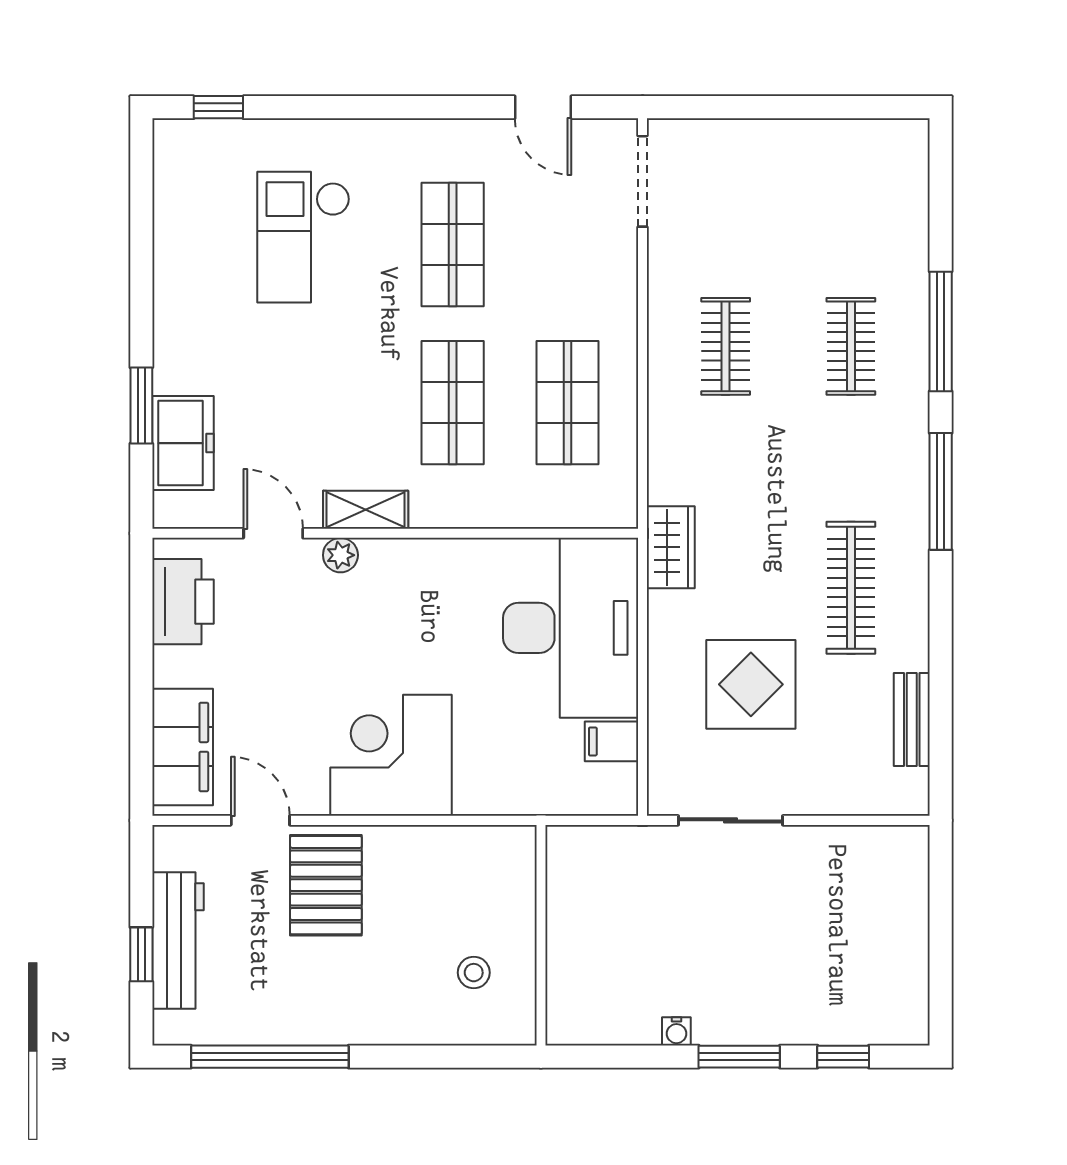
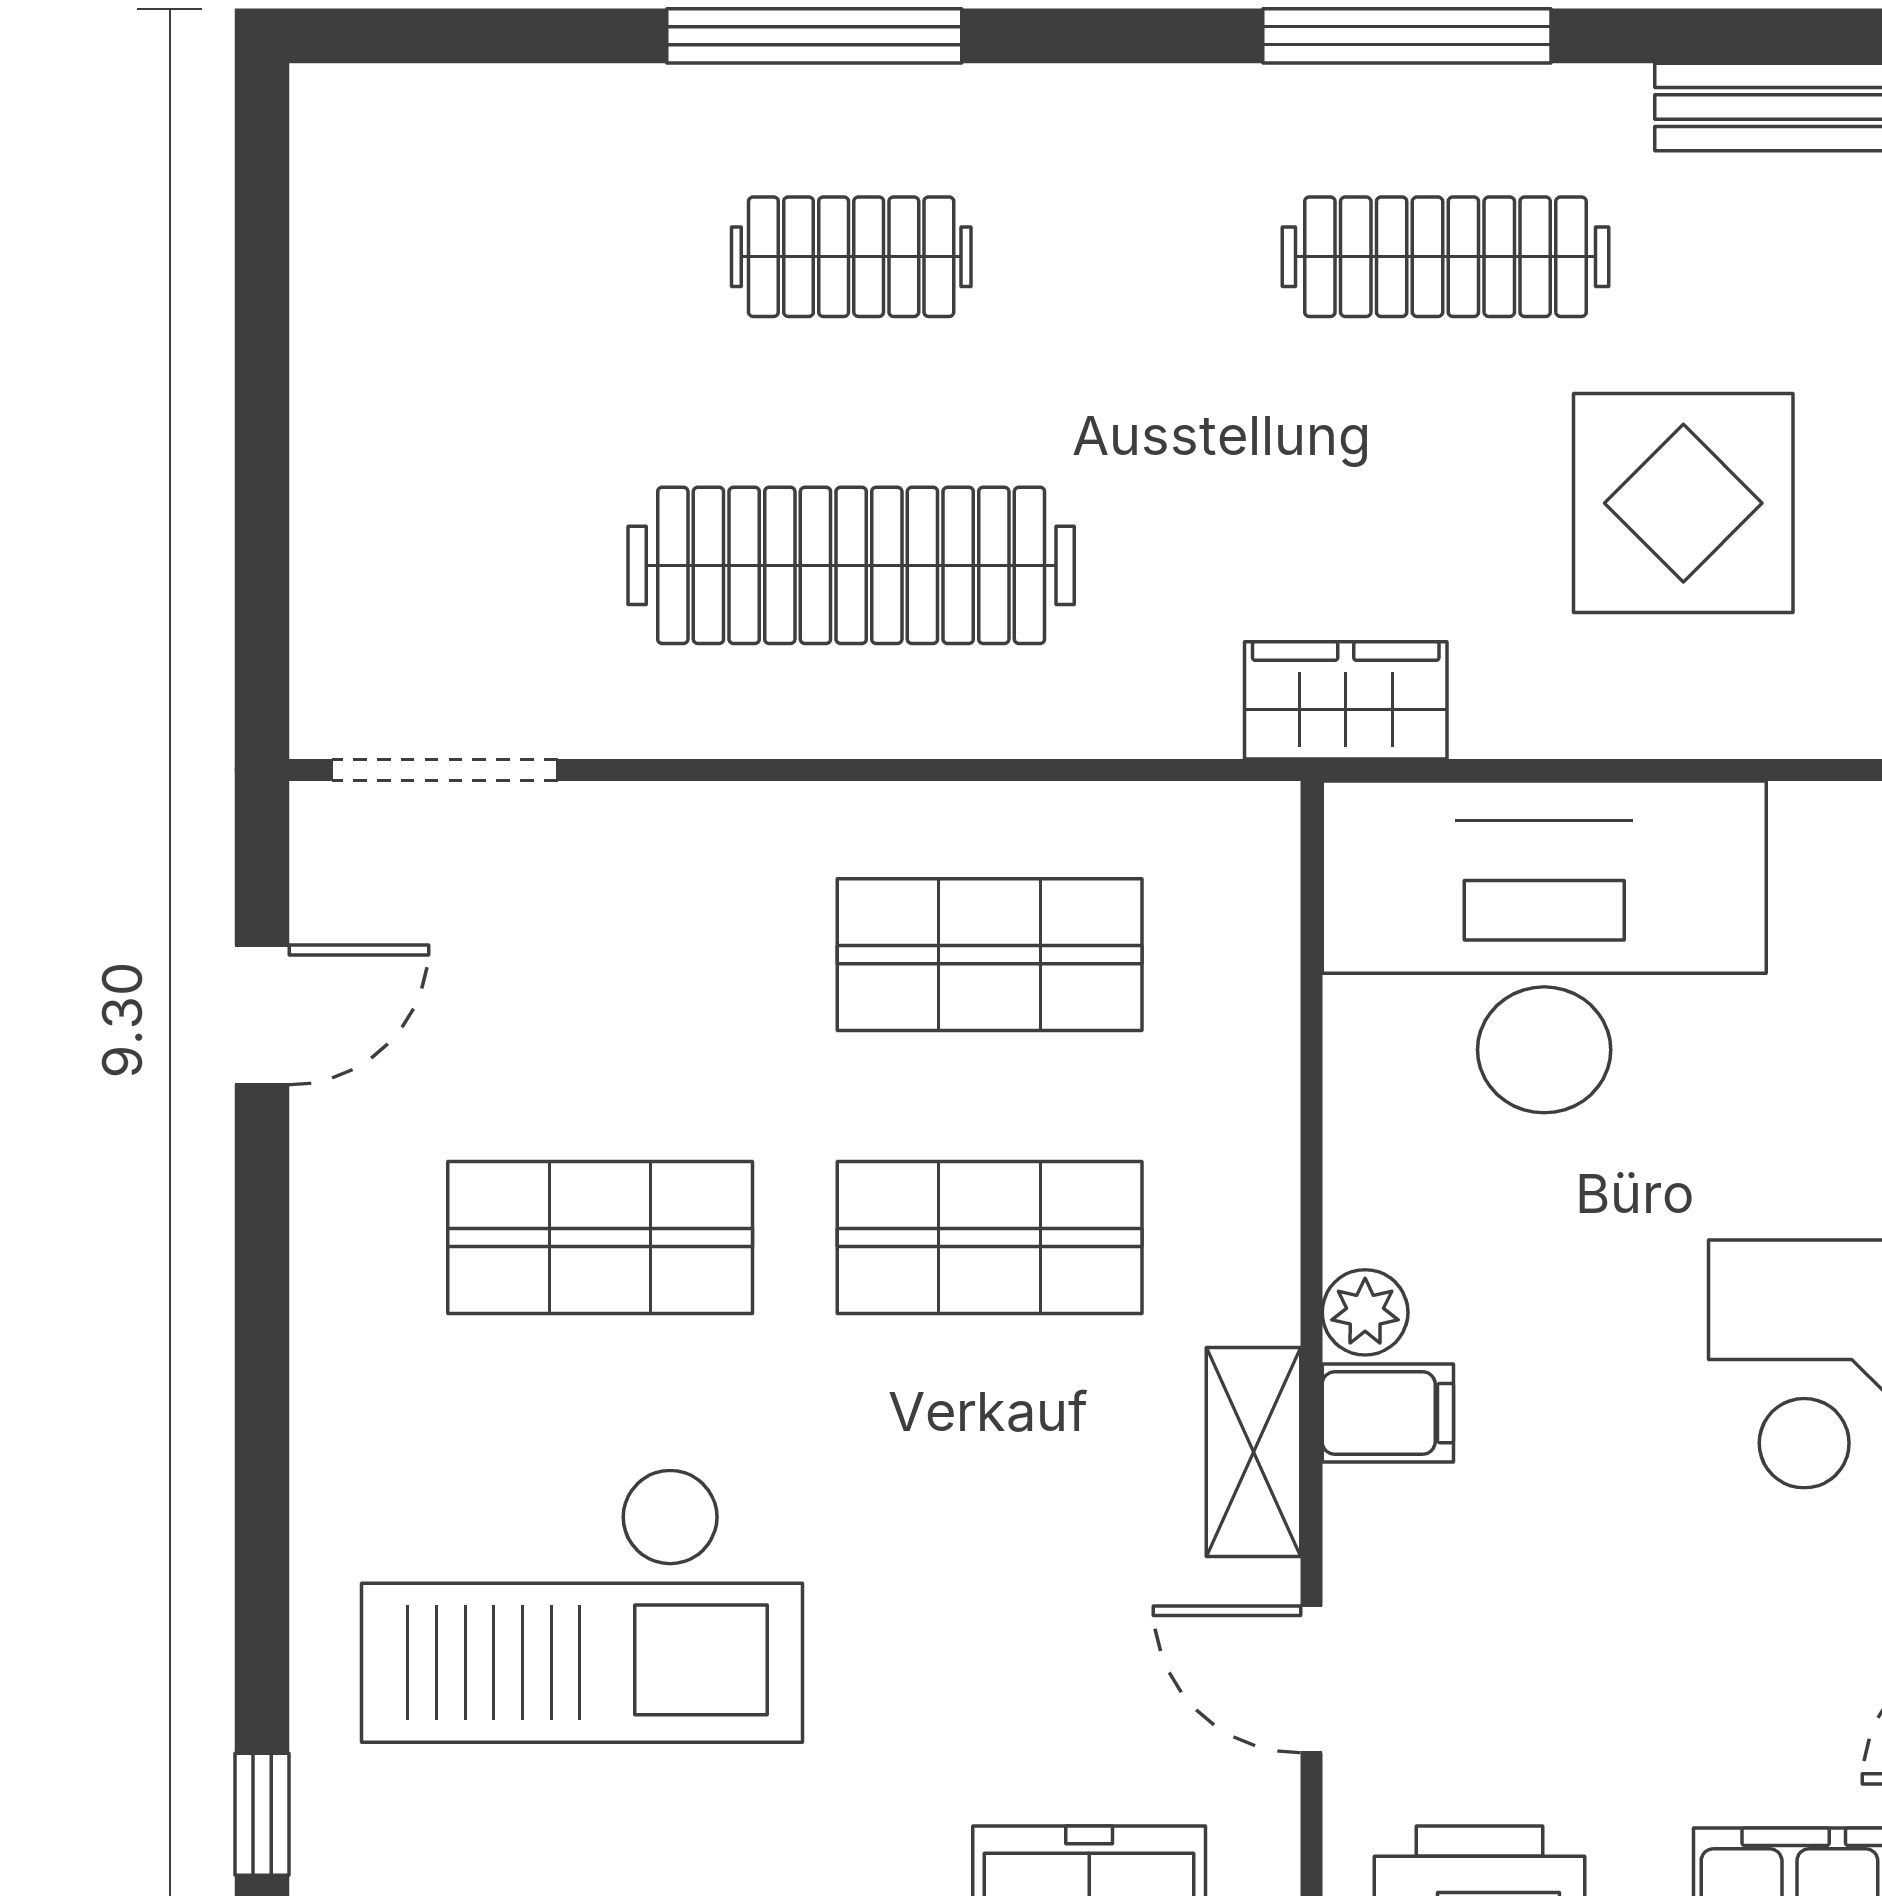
checkout: (303, 237) -> (582, 1605), width x1.36, depth x1.21
clothes rail: (726, 346) -> (851, 565), width x1.86, depth x1.31
window: (941, 491) -> (1407, 36), moved
door: (273, 533) -> (1311, 1679), hinge flipped
plant: (340, 555) -> (1365, 1312), moved
filing cabinet: (611, 741) -> (1388, 1413), moved, turned -90

